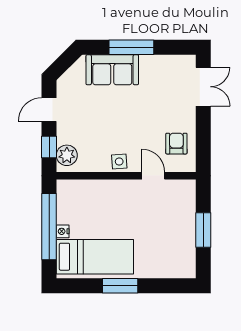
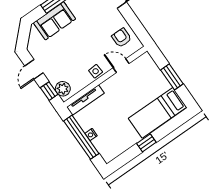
tv unit: (84, 187) -> (85, 100), added
bed: (95, 257) -> (158, 113), moved, turned 180
window: (120, 286) -> (146, 143), width x0.67

